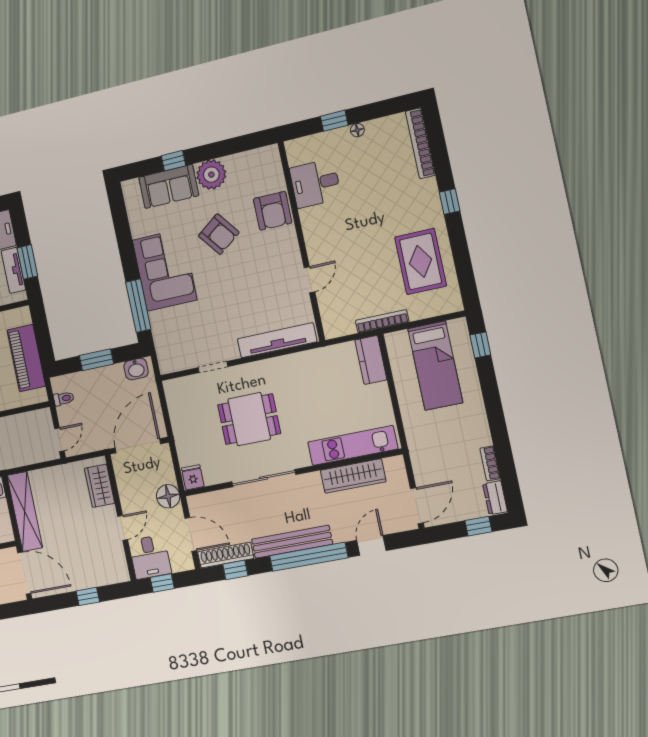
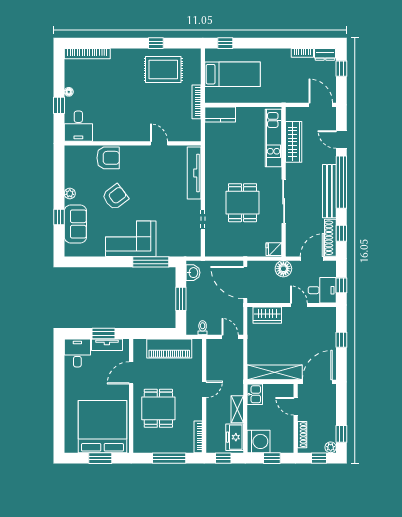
plant: (211, 175) -> (70, 194), width x0.53, depth x0.53
desk: (315, 183) -> (78, 126), moved
window: (450, 202) -> (156, 43), moved

